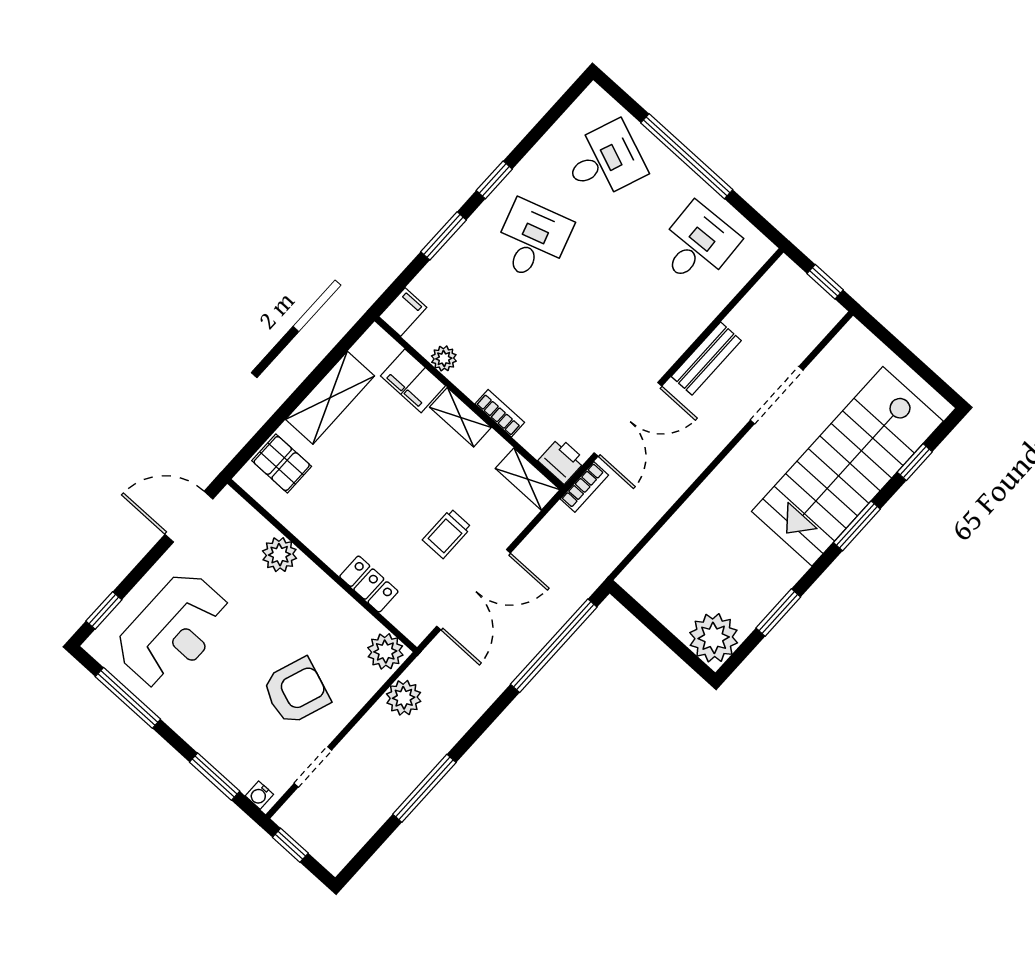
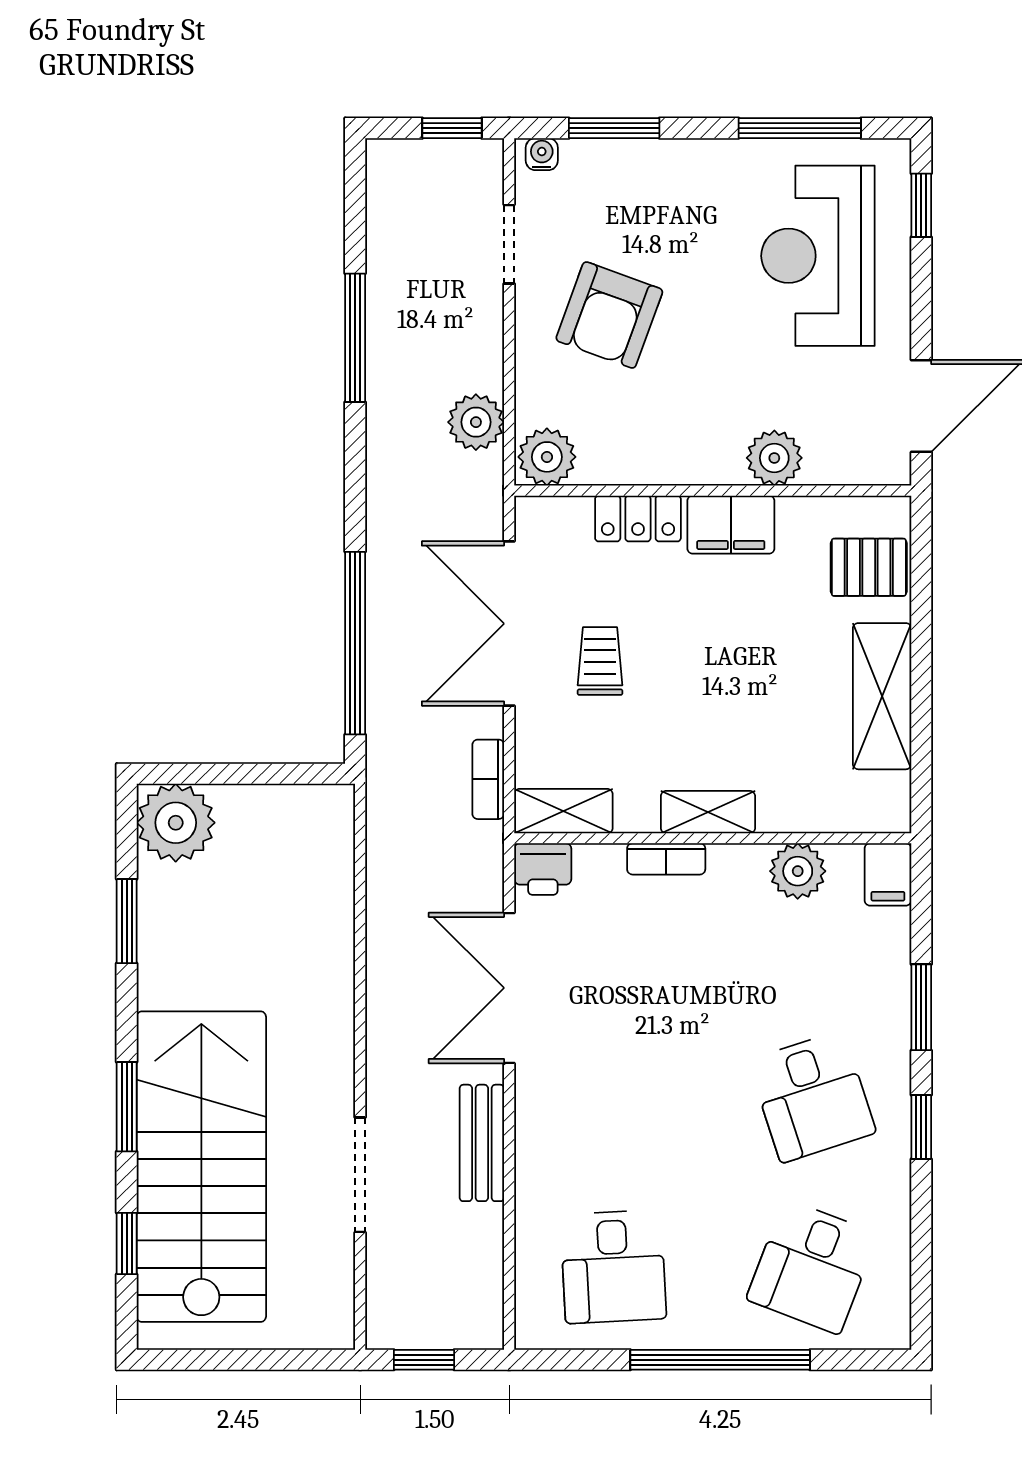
plant: (444, 358) -> (798, 871), width x1.38, depth x1.38
filing cabinet: (413, 381) -> (731, 525), moved, turned 180
bookcase: (584, 487) -> (488, 779), moved

